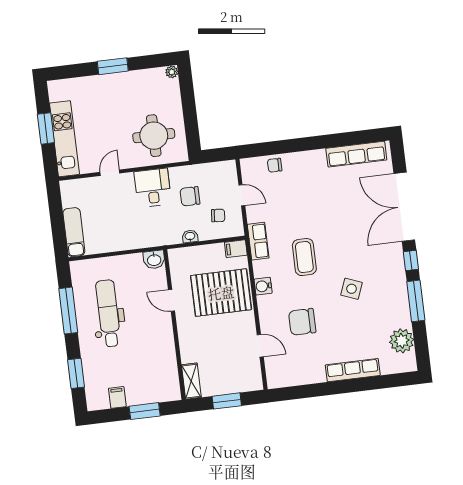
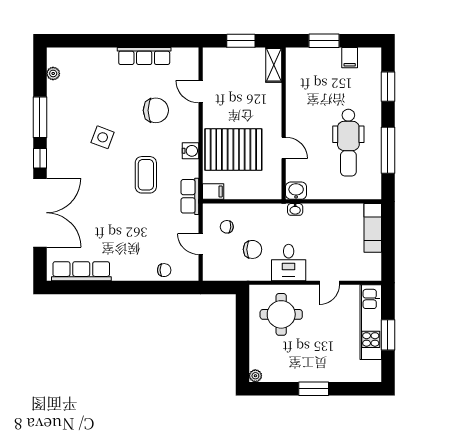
washbasin: (190, 236) -> (295, 209), moved
plant: (402, 341) -> (53, 73), width x0.53, depth x0.53
row of seats: (353, 370) -> (144, 56), moved

